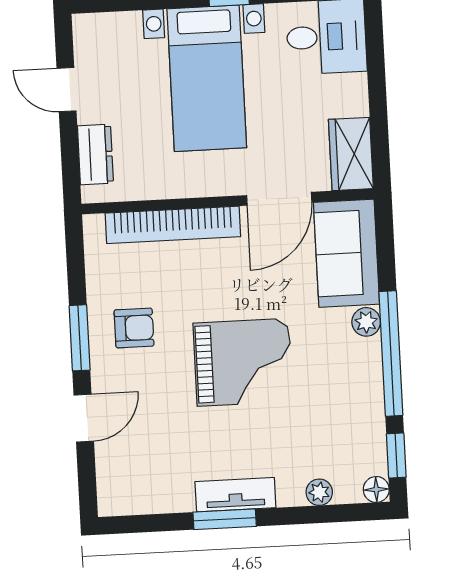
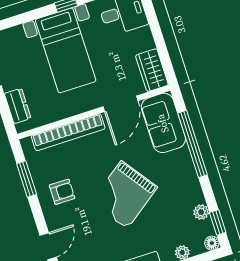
plant: (366, 322) -> (201, 212), moved
window: (80, 338) -> (27, 179), moved
window: (391, 353) -> (192, 144), moved
grand piano: (243, 362) -> (124, 195), turned 144

